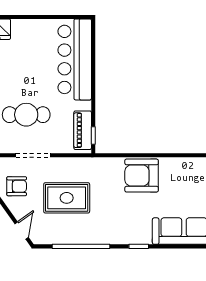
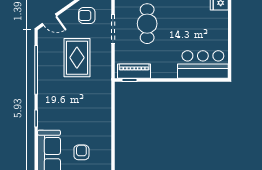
bar counter: (75, 59) -> (203, 64), width x0.73
armchair: (142, 176) -> (81, 152), moved, width x0.53, depth x0.53
armchair: (17, 186) -> (87, 16), turned 90

